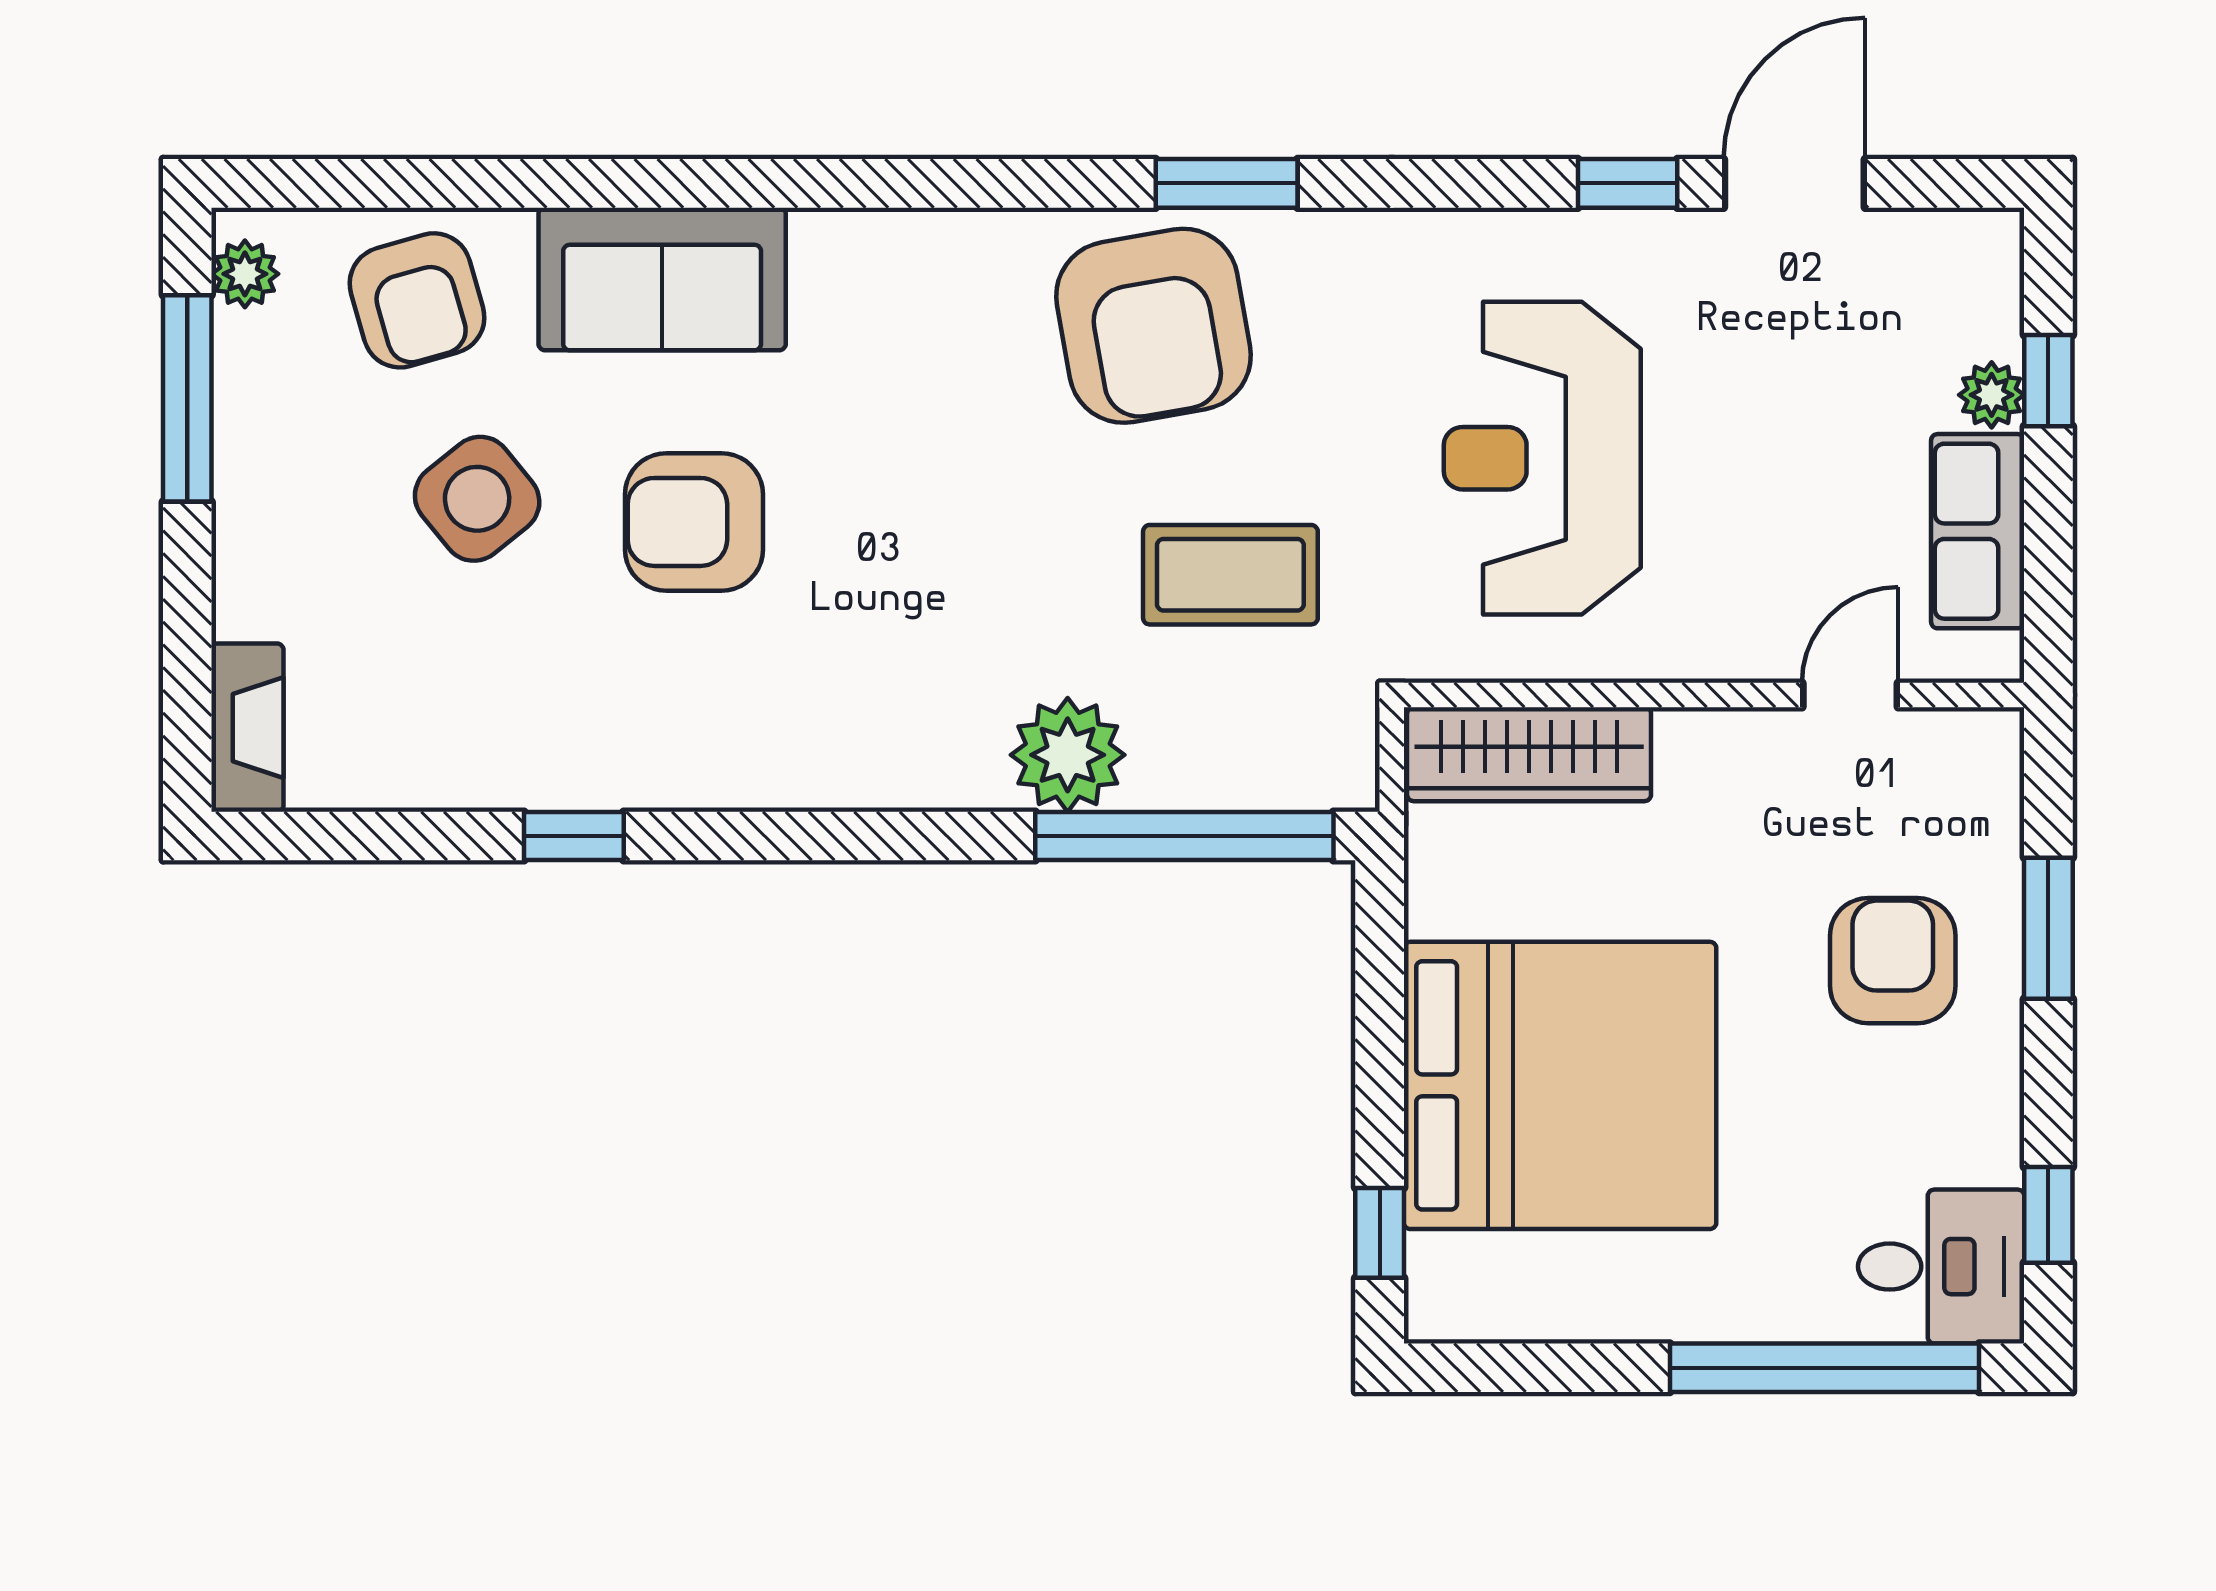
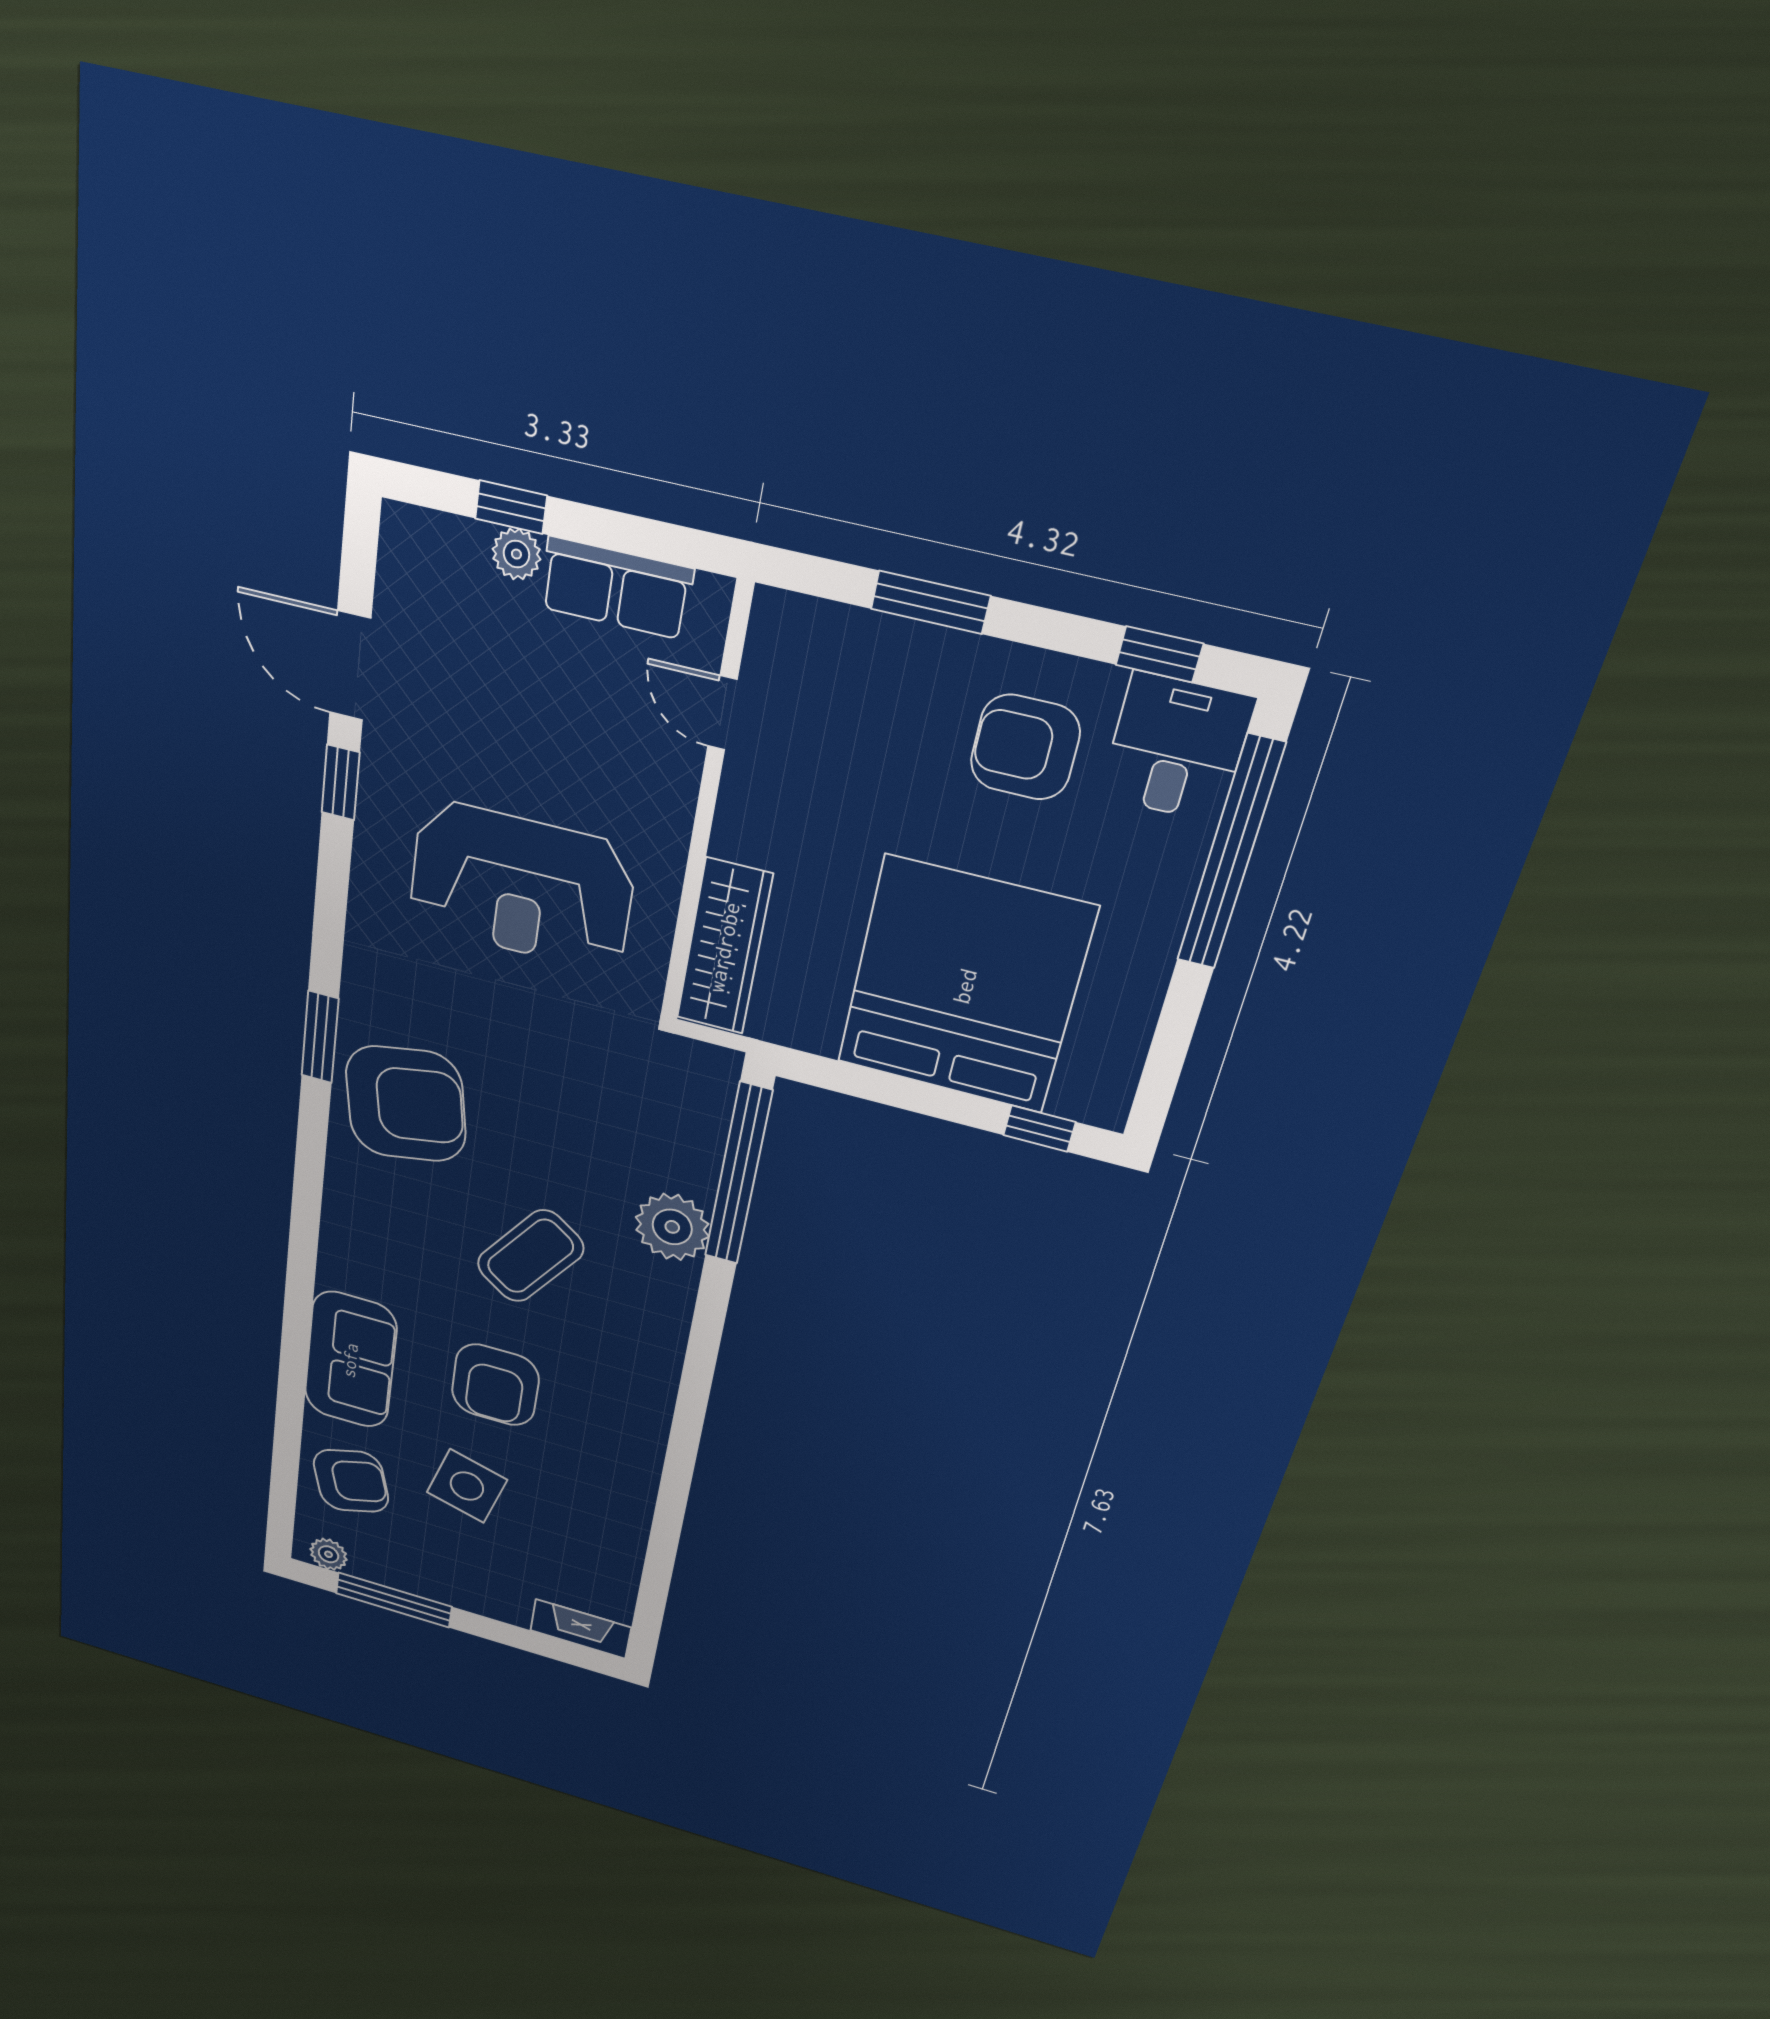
side table: (477, 499) -> (467, 1486), turned -35
coffee table: (1230, 575) -> (530, 1256), moved, turned 36
window: (574, 836) -> (673, 1498), removed
armchair: (1893, 961) -> (1025, 747), moved

